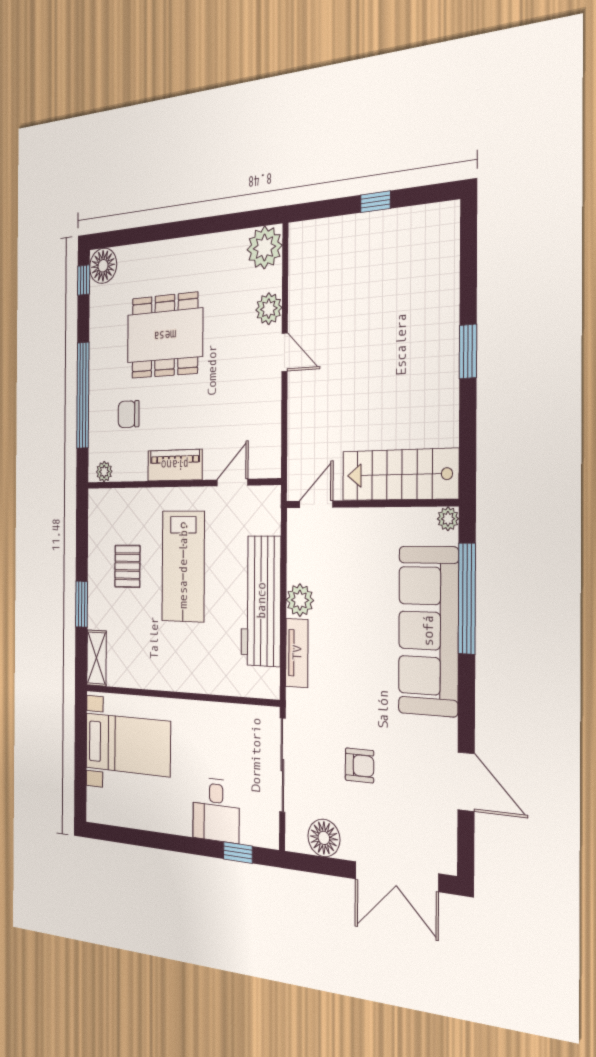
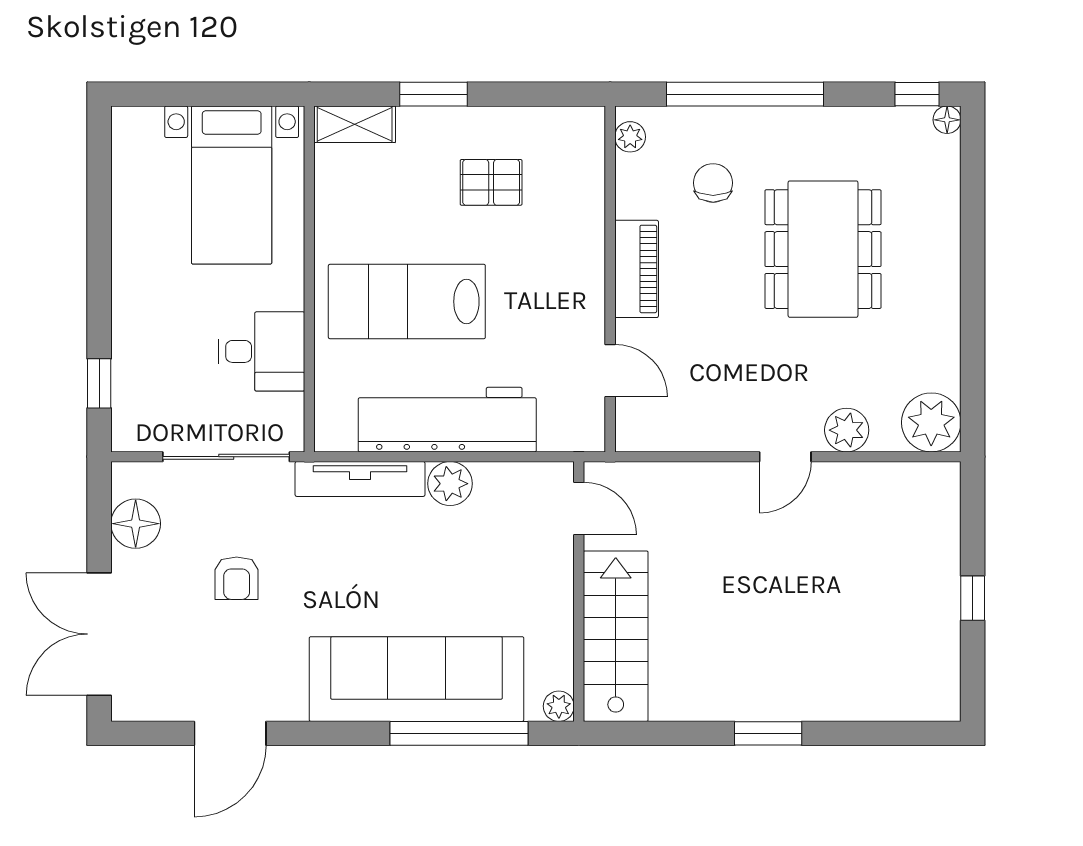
floor lamp: (103, 266) -> (947, 120), width x0.53, depth x0.53
lab bench: (183, 566) -> (407, 302), moved
tv unit: (297, 653) -> (360, 479), width x1.41
desk: (216, 810) -> (262, 351), moved, turned 180

